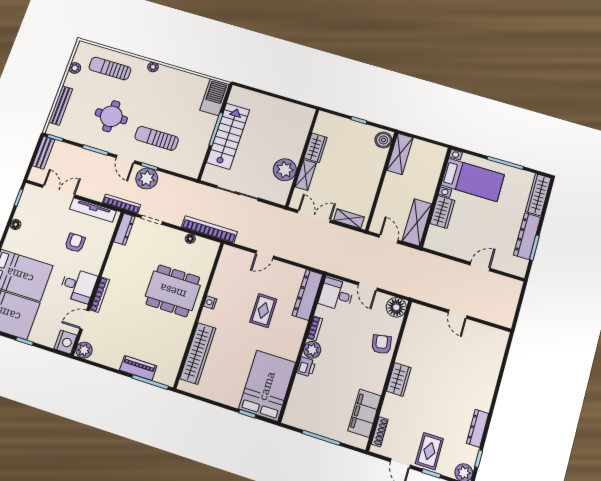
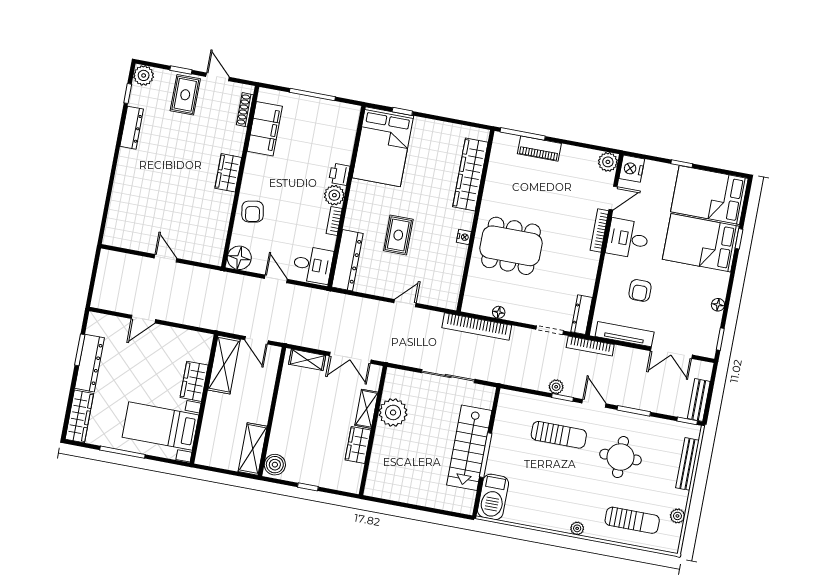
plant: (147, 178) -> (556, 387), width x0.53, depth x0.53

